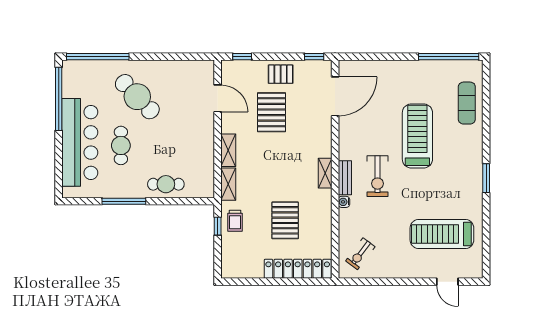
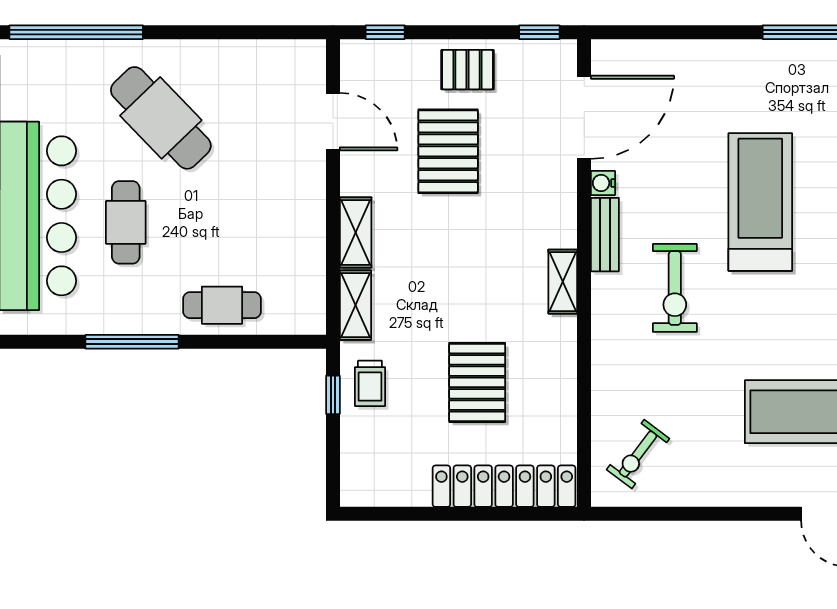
bench: (345, 178) -> (605, 235), moved
water cooler: (344, 202) -> (603, 183), moved

